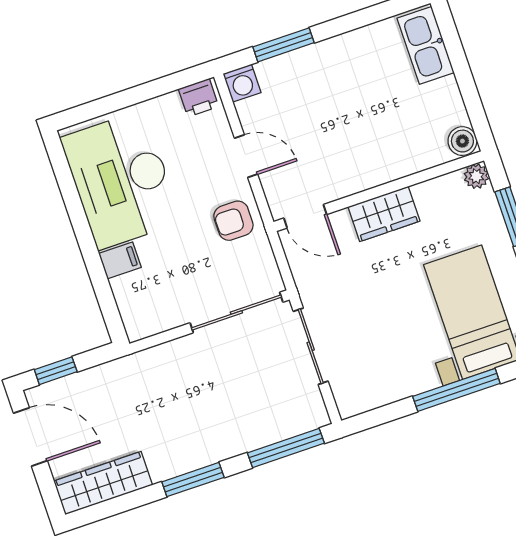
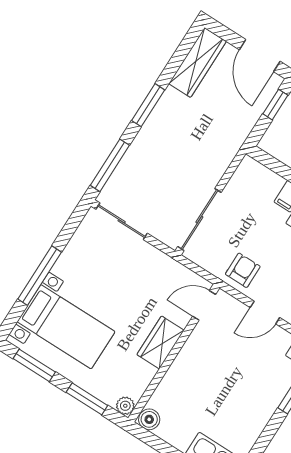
sliding door: (311, 346) -> (122, 221), moved
door: (30, 437) -> (260, 56), hinge flipped

